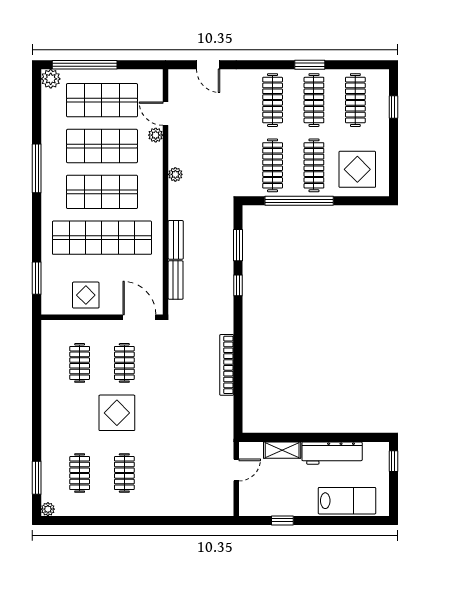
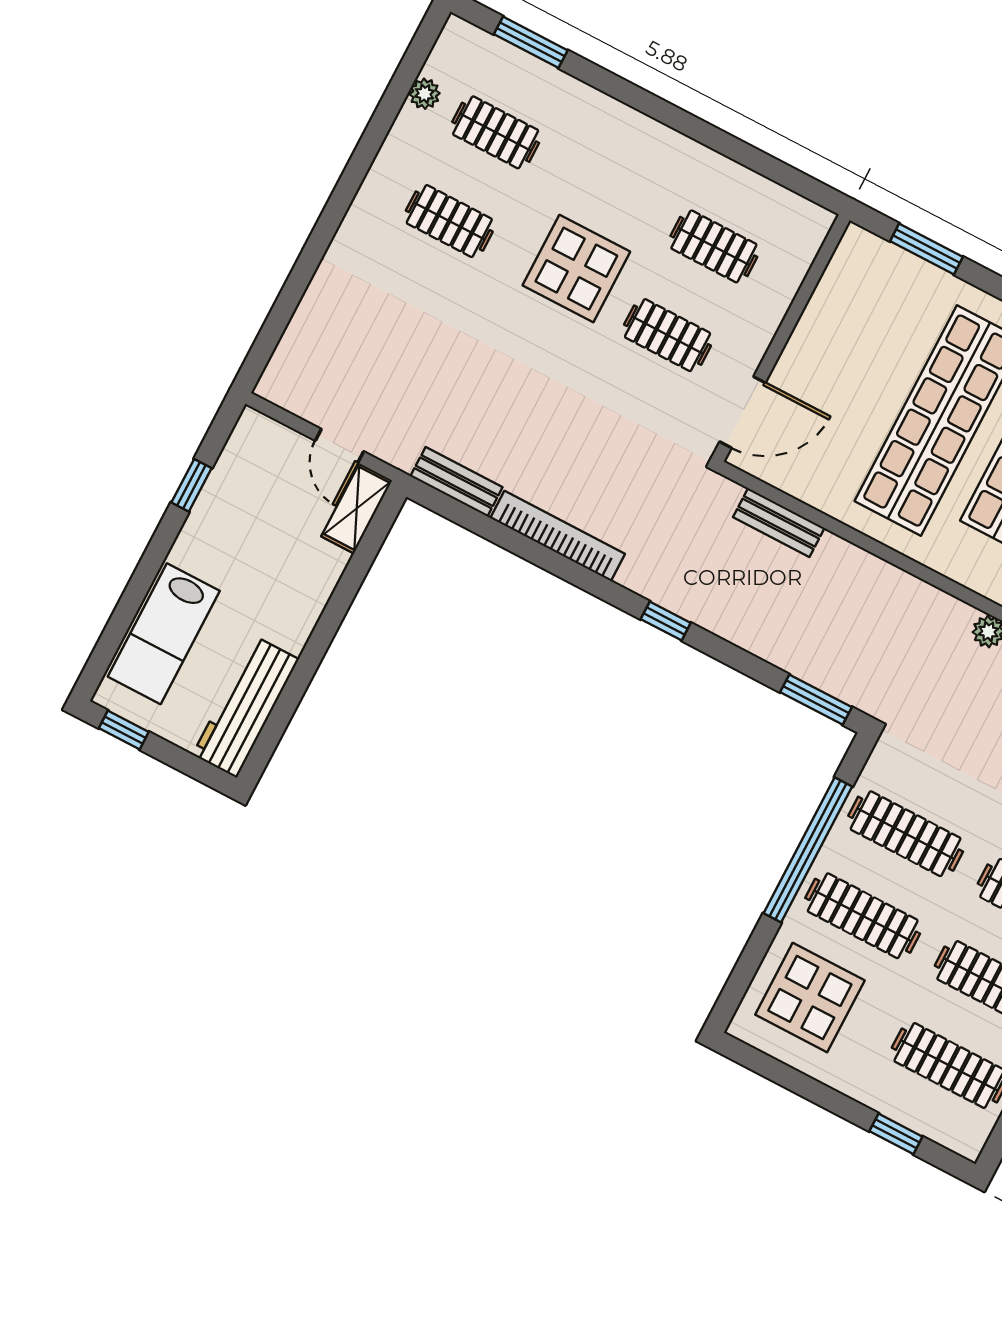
bench: (176, 240) -> (456, 482), moved
window: (238, 245) -> (816, 700), moved
window: (238, 285) -> (666, 621), moved
display table: (86, 295) -> (842, 329), removed
shelving: (282, 450) -> (357, 508), moved
workbench: (332, 453) -> (246, 707), moved
window: (393, 461) -> (124, 730), moved
plant: (48, 509) -> (425, 94), moved

